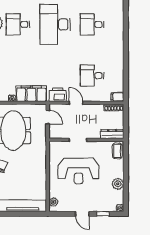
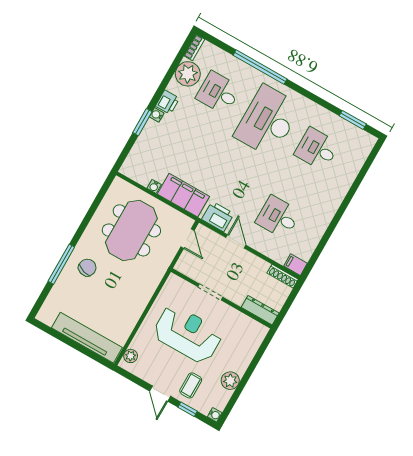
coffee table: (117, 151) -> (191, 385), moved
reception desk: (79, 171) -> (188, 334), turned 180

